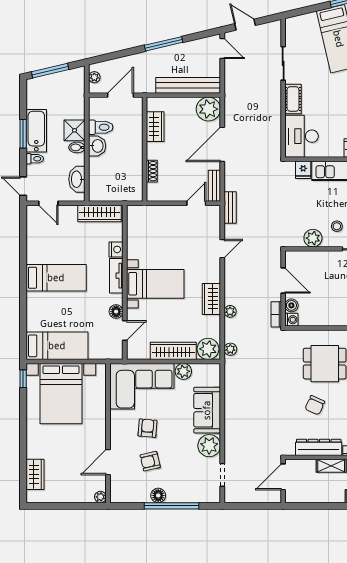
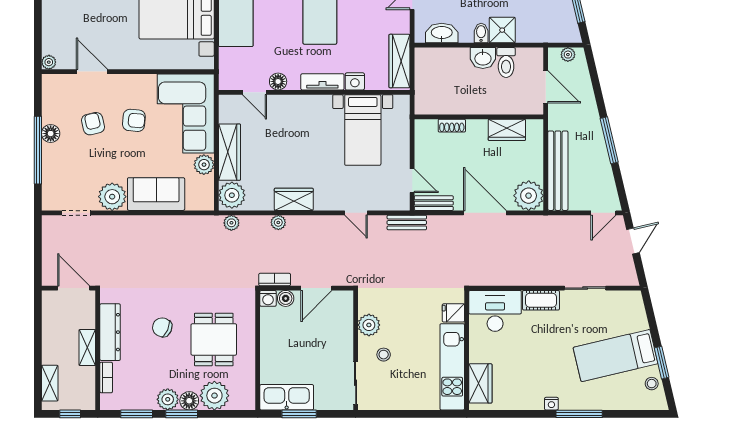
bed with nightstands: (155, 284) -> (363, 130), moved

